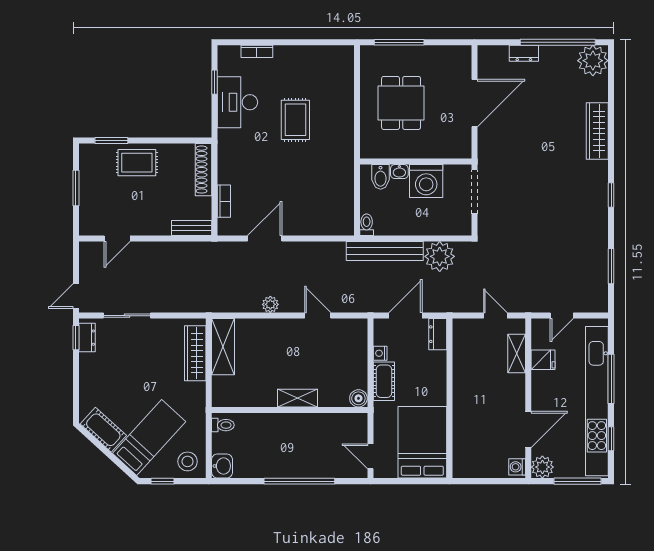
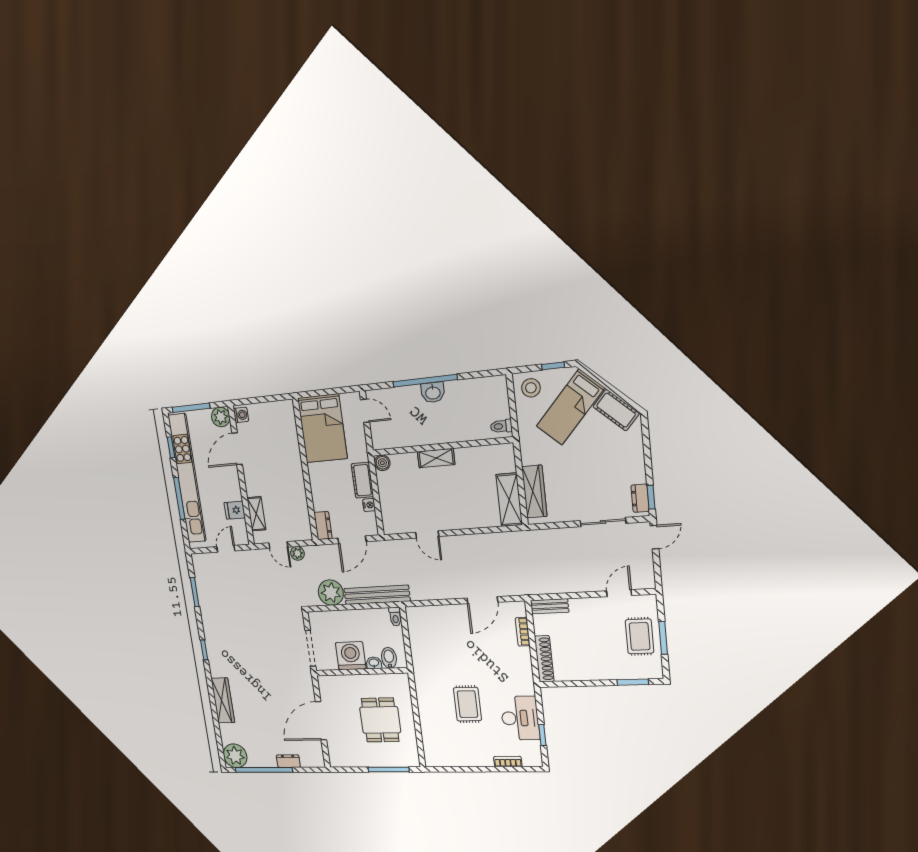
rug: (137, 163) -> (640, 636), moved, turned 90
plant: (270, 304) -> (297, 553), moved
washbasin: (222, 466) -> (433, 392), moved, turned -90

